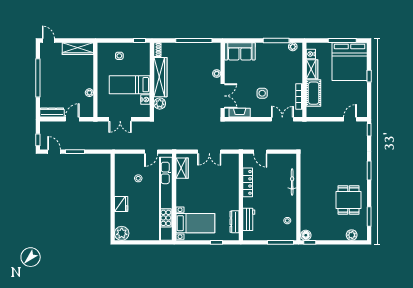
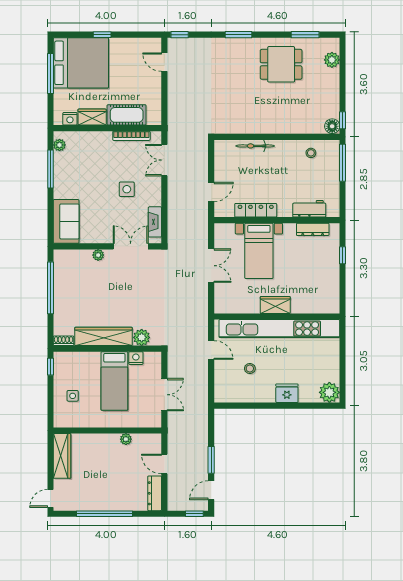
wardrobe: (182, 168) -> (275, 305), moved
bed with nightstands: (195, 223) -> (259, 251), moved, turned 180

